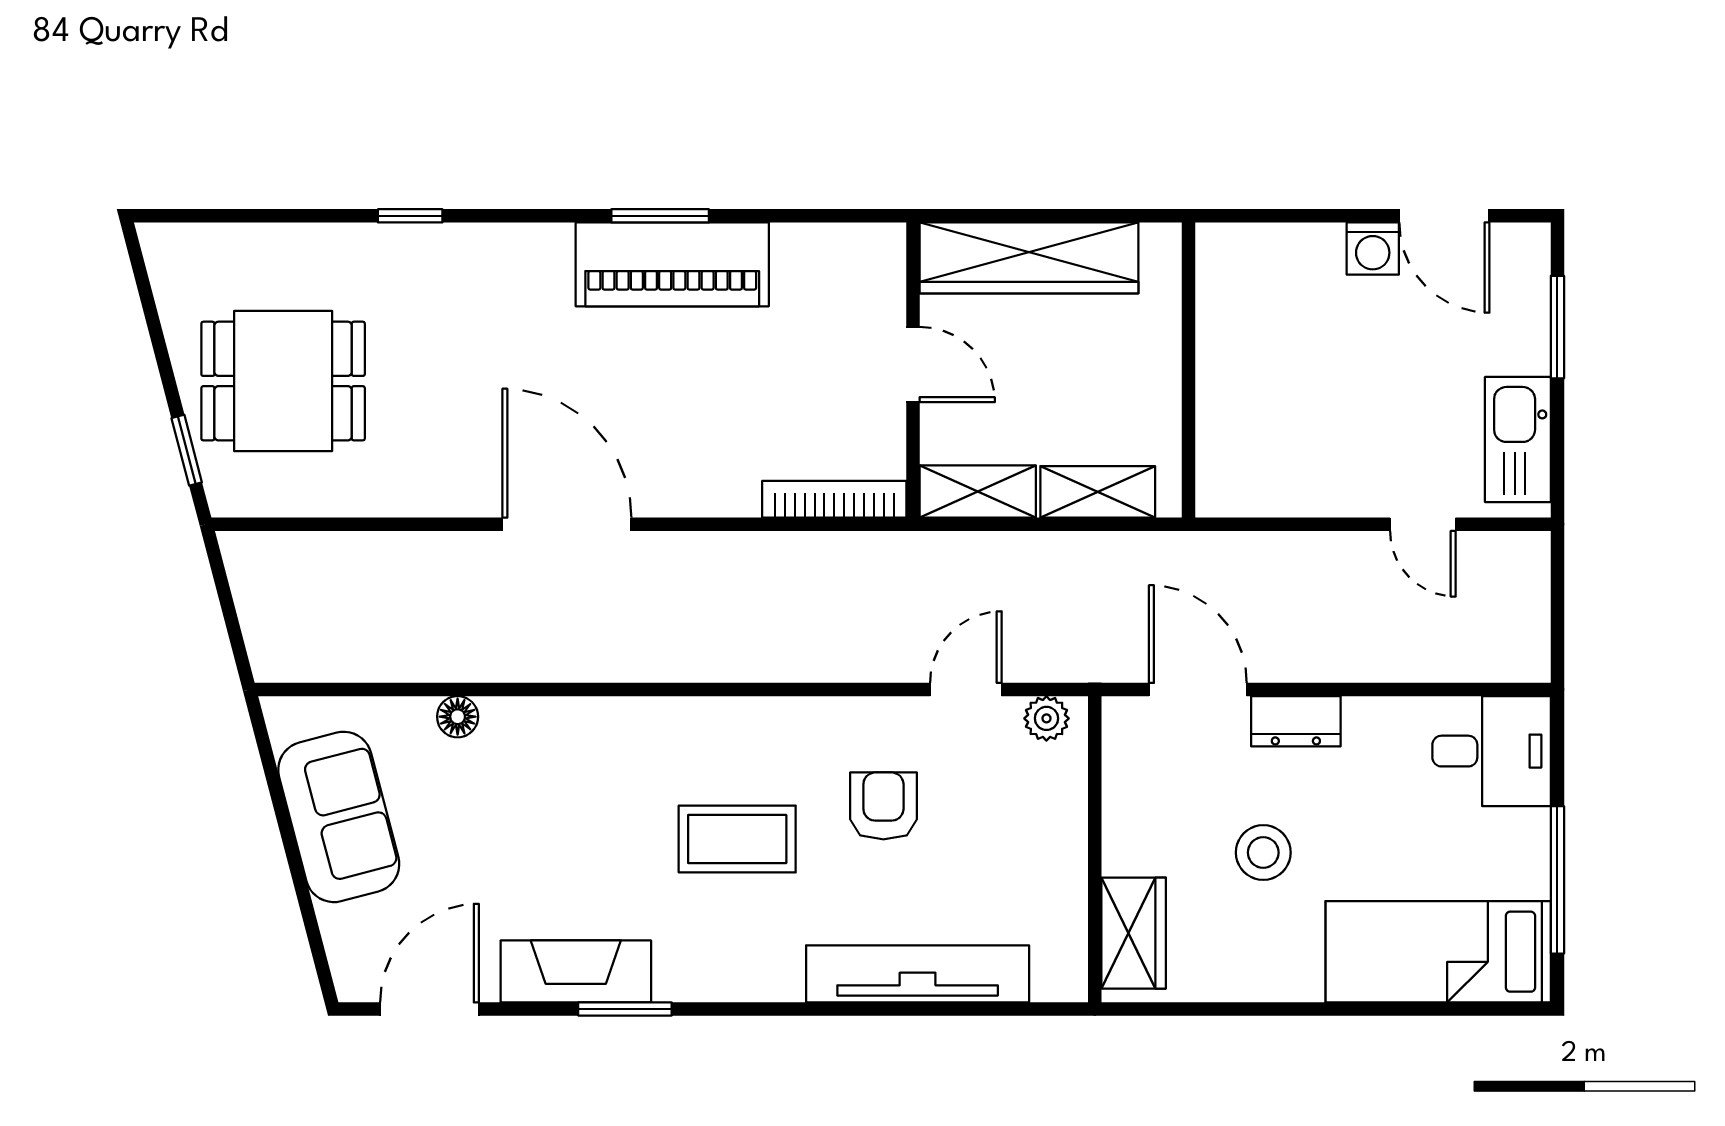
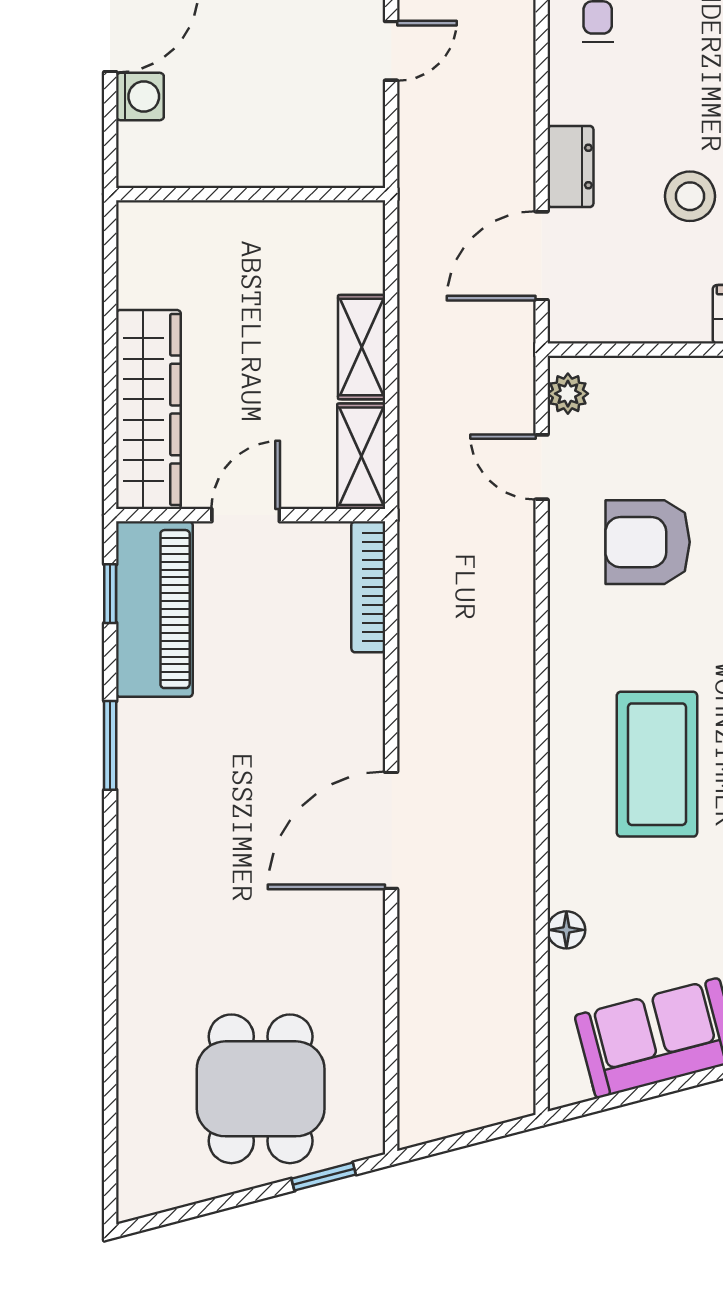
window: (410, 216) -> (110, 594), moved
piano: (672, 264) -> (154, 609), moved
wall: (1188, 370) -> (251, 194), moved
armchair: (883, 806) -> (648, 542), width x1.38, depth x1.38
coffee table: (737, 839) -> (657, 764), moved, width x1.36, depth x1.32

